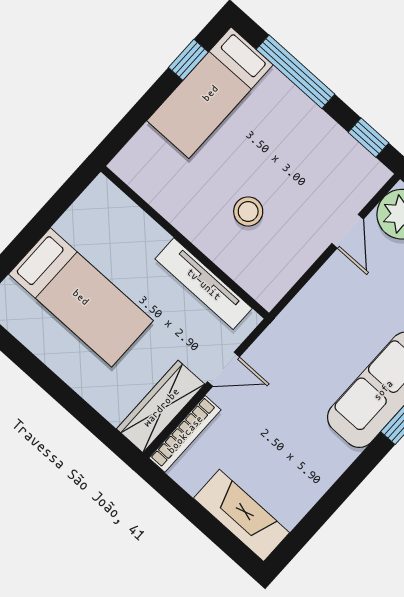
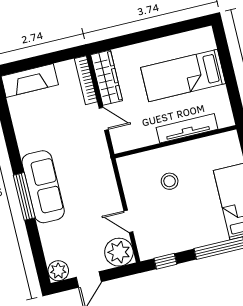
tv unit: (204, 284) -> (187, 128), moved
door: (223, 369) -> (104, 119), swing flipped

